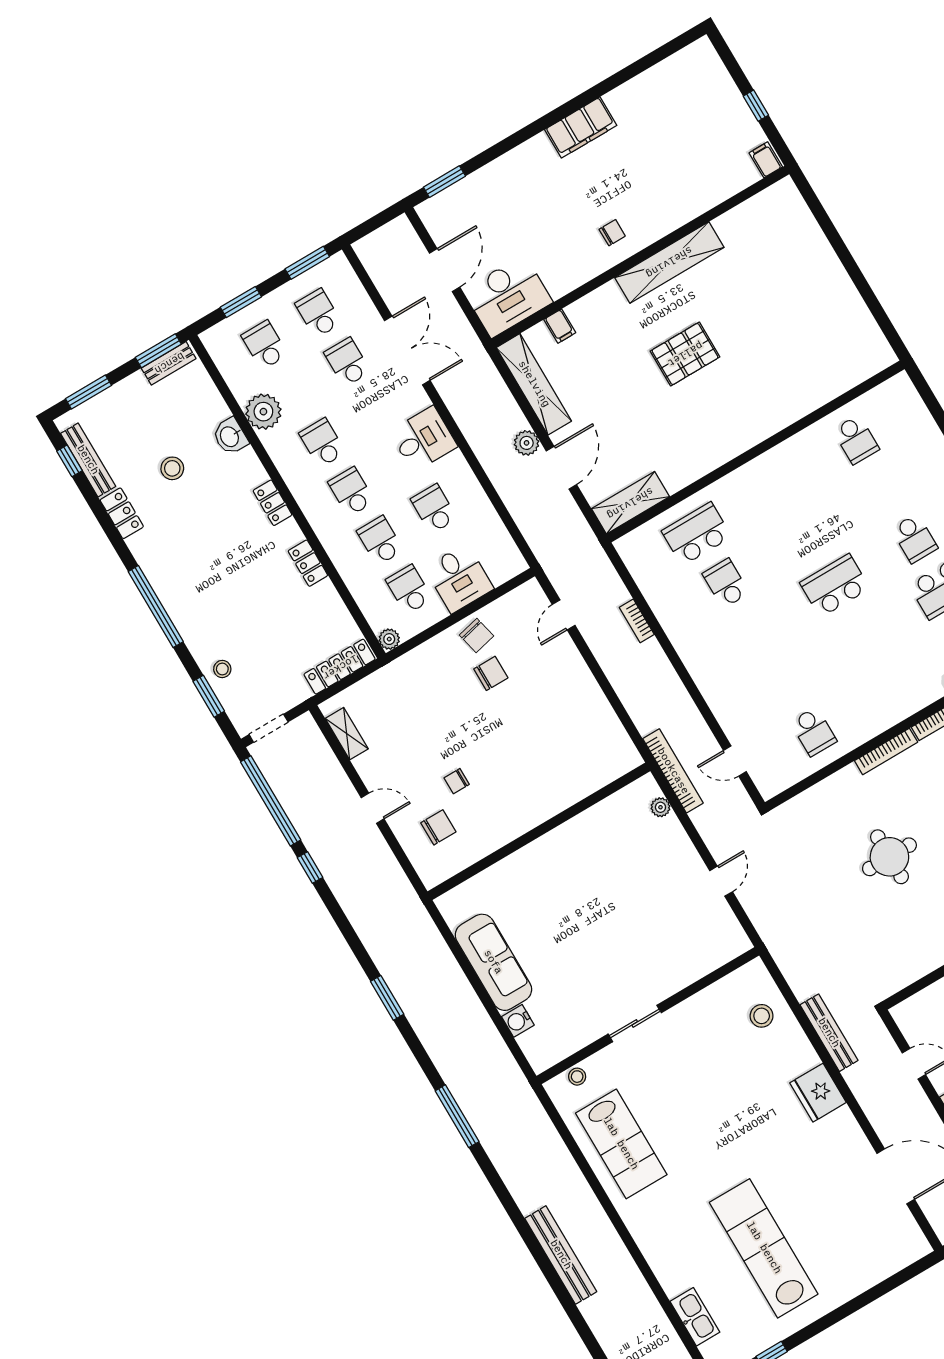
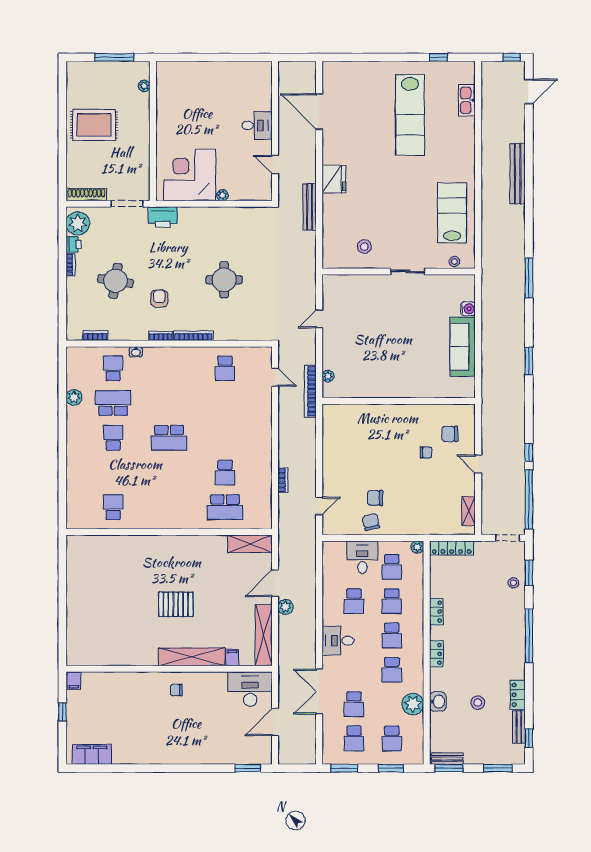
filing cabinet: (581, 127) -> (92, 754), moved
shelving: (669, 262) -> (192, 657), moved
bench: (88, 460) -> (519, 727), width x0.73
school desk: (814, 732) -> (225, 368), turned 180
stool: (762, 1016) -> (364, 247), moved

